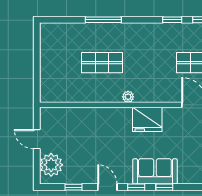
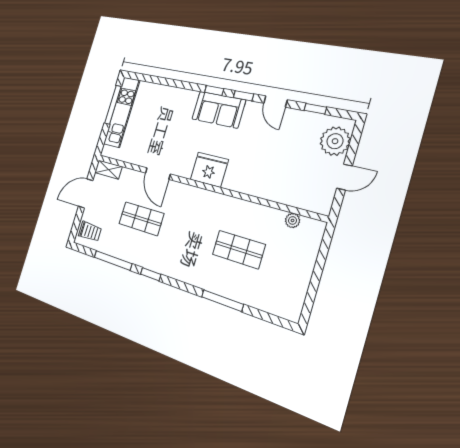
plant: (128, 97) -> (293, 220), moved
door: (37, 139) -> (344, 177), hinge flipped

